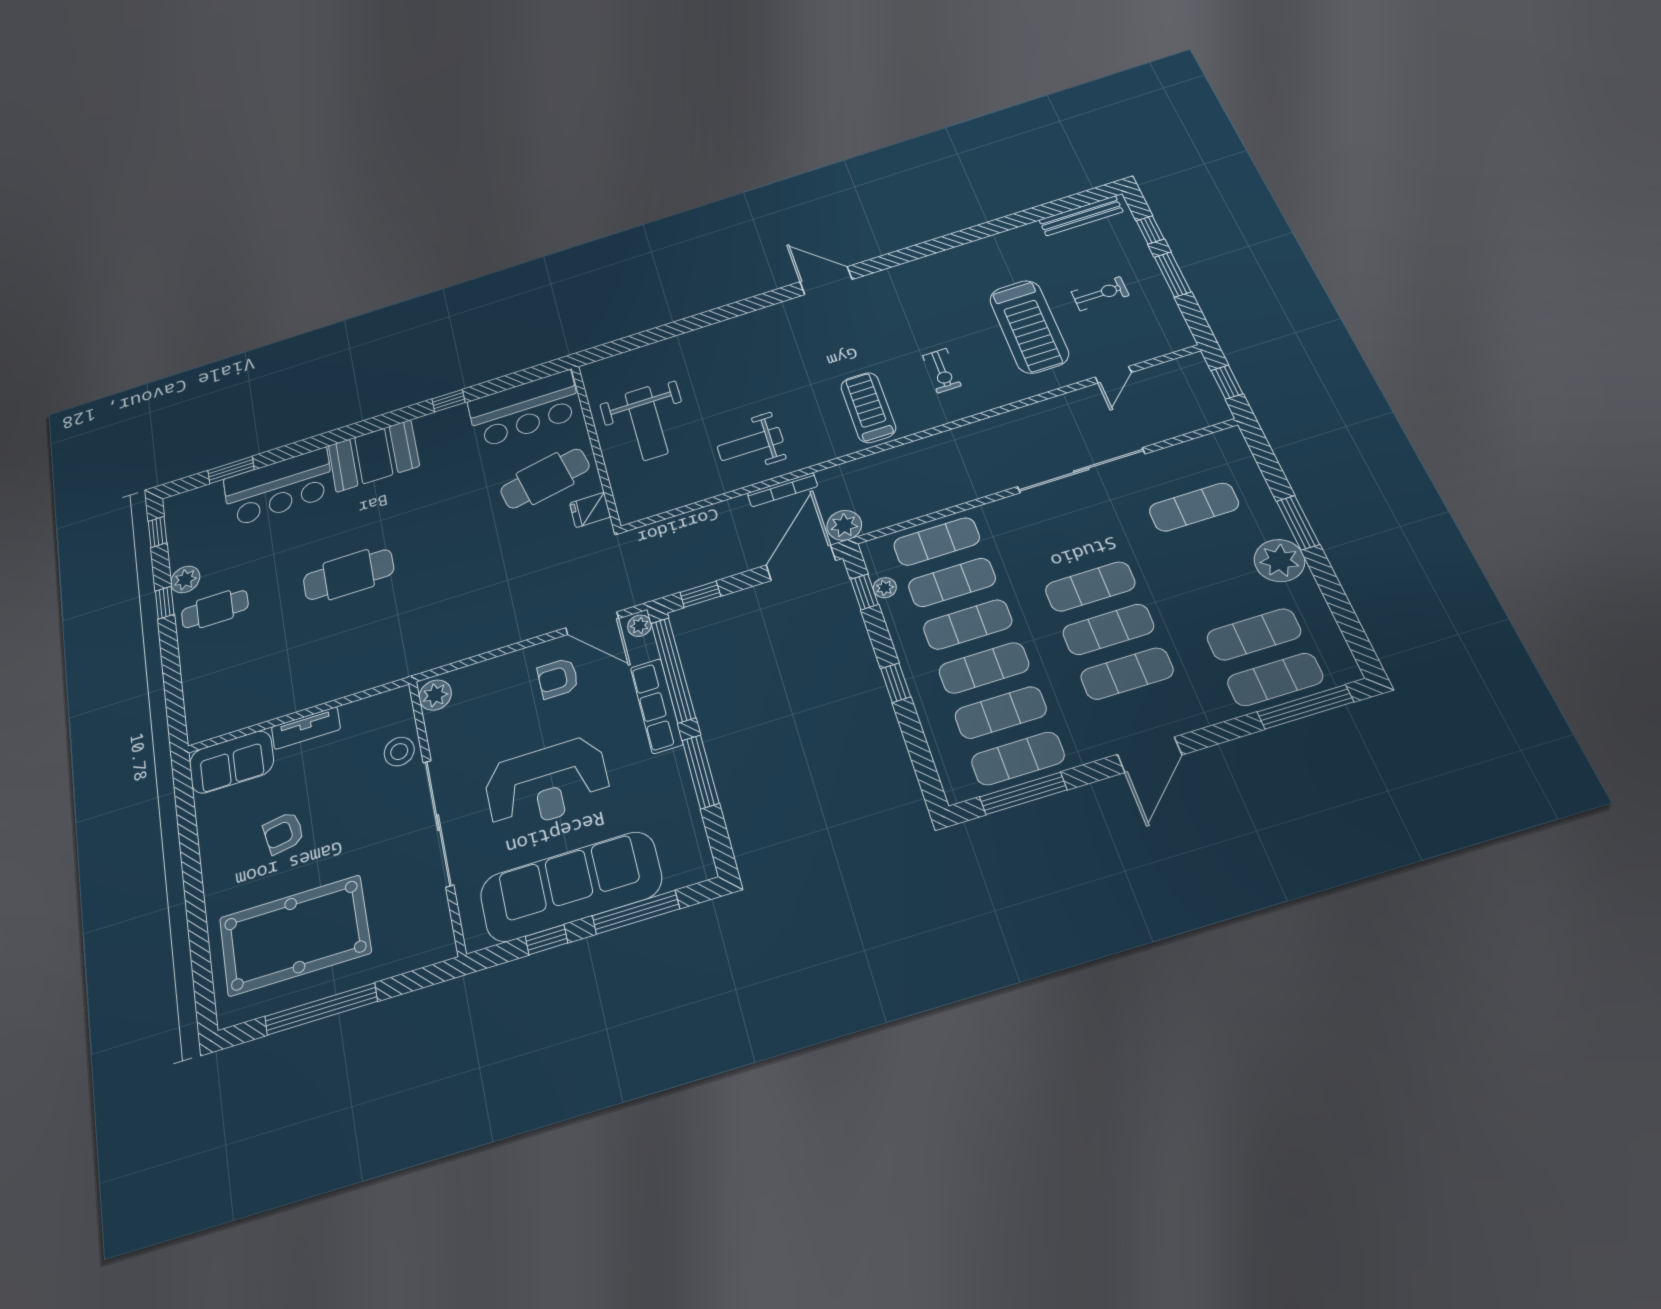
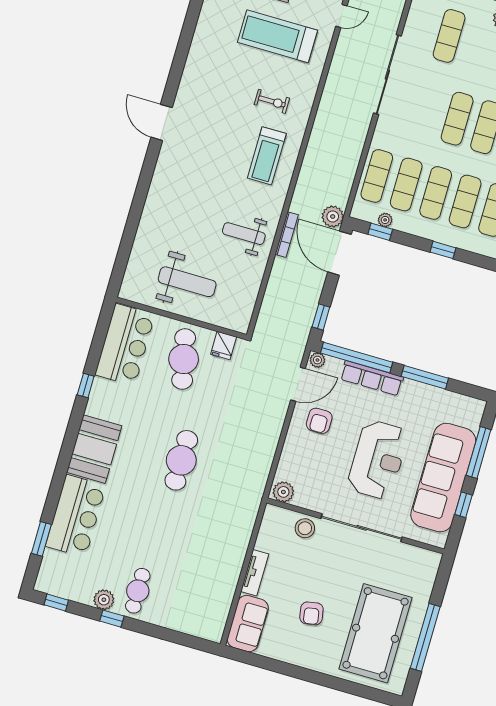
door: (826, 281) -> (162, 122), hinge flipped
treadmill: (1029, 326) -> (277, 36), turned 180
door: (1113, 375) -> (341, 16), hinge flipped
treadmill: (868, 407) -> (267, 156), turned -90
weight bench: (750, 444) -> (244, 234), turned 90
cafe table: (349, 575) -> (181, 460), moved

